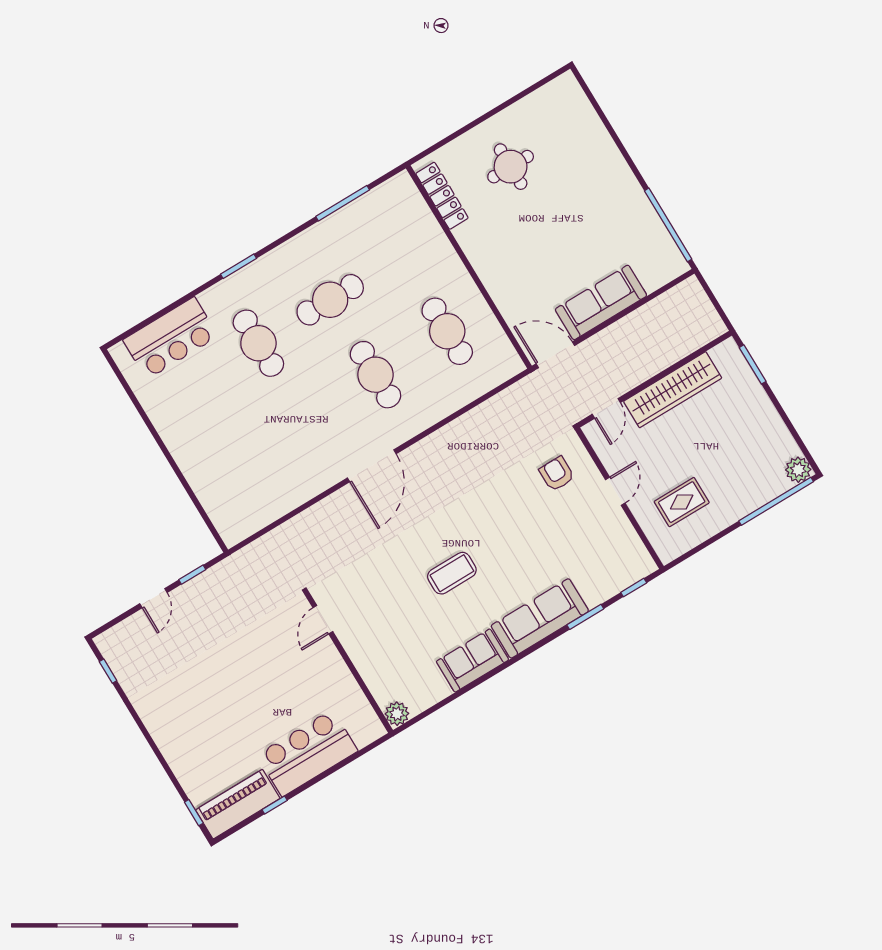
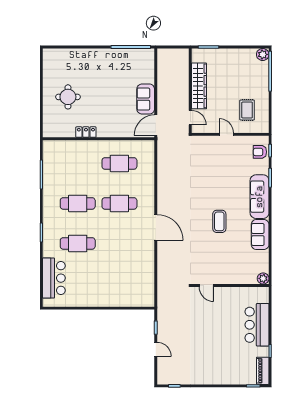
locker: (442, 196) -> (86, 132), moved, width x0.66
cafe table: (330, 300) -> (78, 203), turned 90
sofa: (601, 302) -> (146, 99), width x0.73
armchair: (557, 474) -> (260, 152), moved
piano: (238, 804) -> (263, 371), width x0.73, depth x0.75

